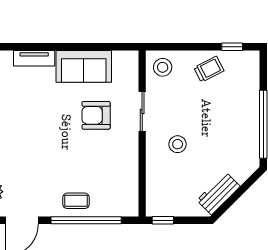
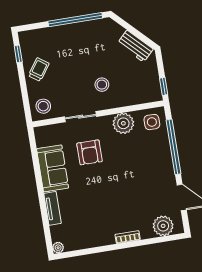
trolley: (209, 69) -> (39, 69), turned 62
plant: (125, 163) -> (123, 123), added
side table: (121, 199) -> (152, 122), added
coffee table: (76, 201) -> (159, 157), removed

